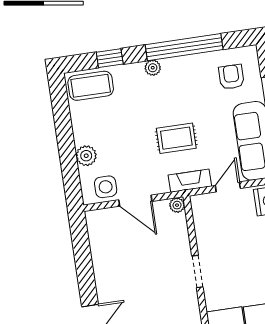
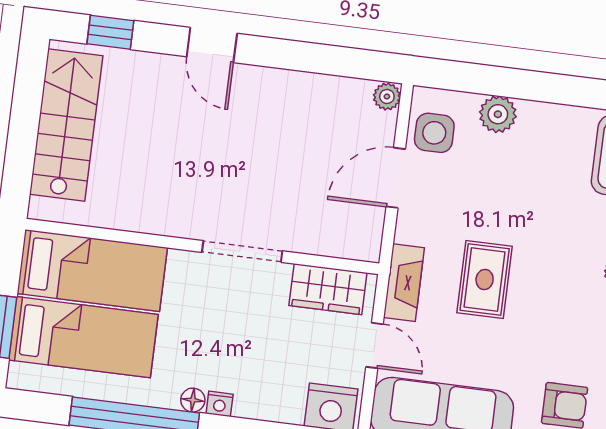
plant: (177, 205) -> (387, 97), moved
wardrobe: (205, 220) -> (328, 289), added
doorway: (197, 272) -> (242, 252), width x1.38

